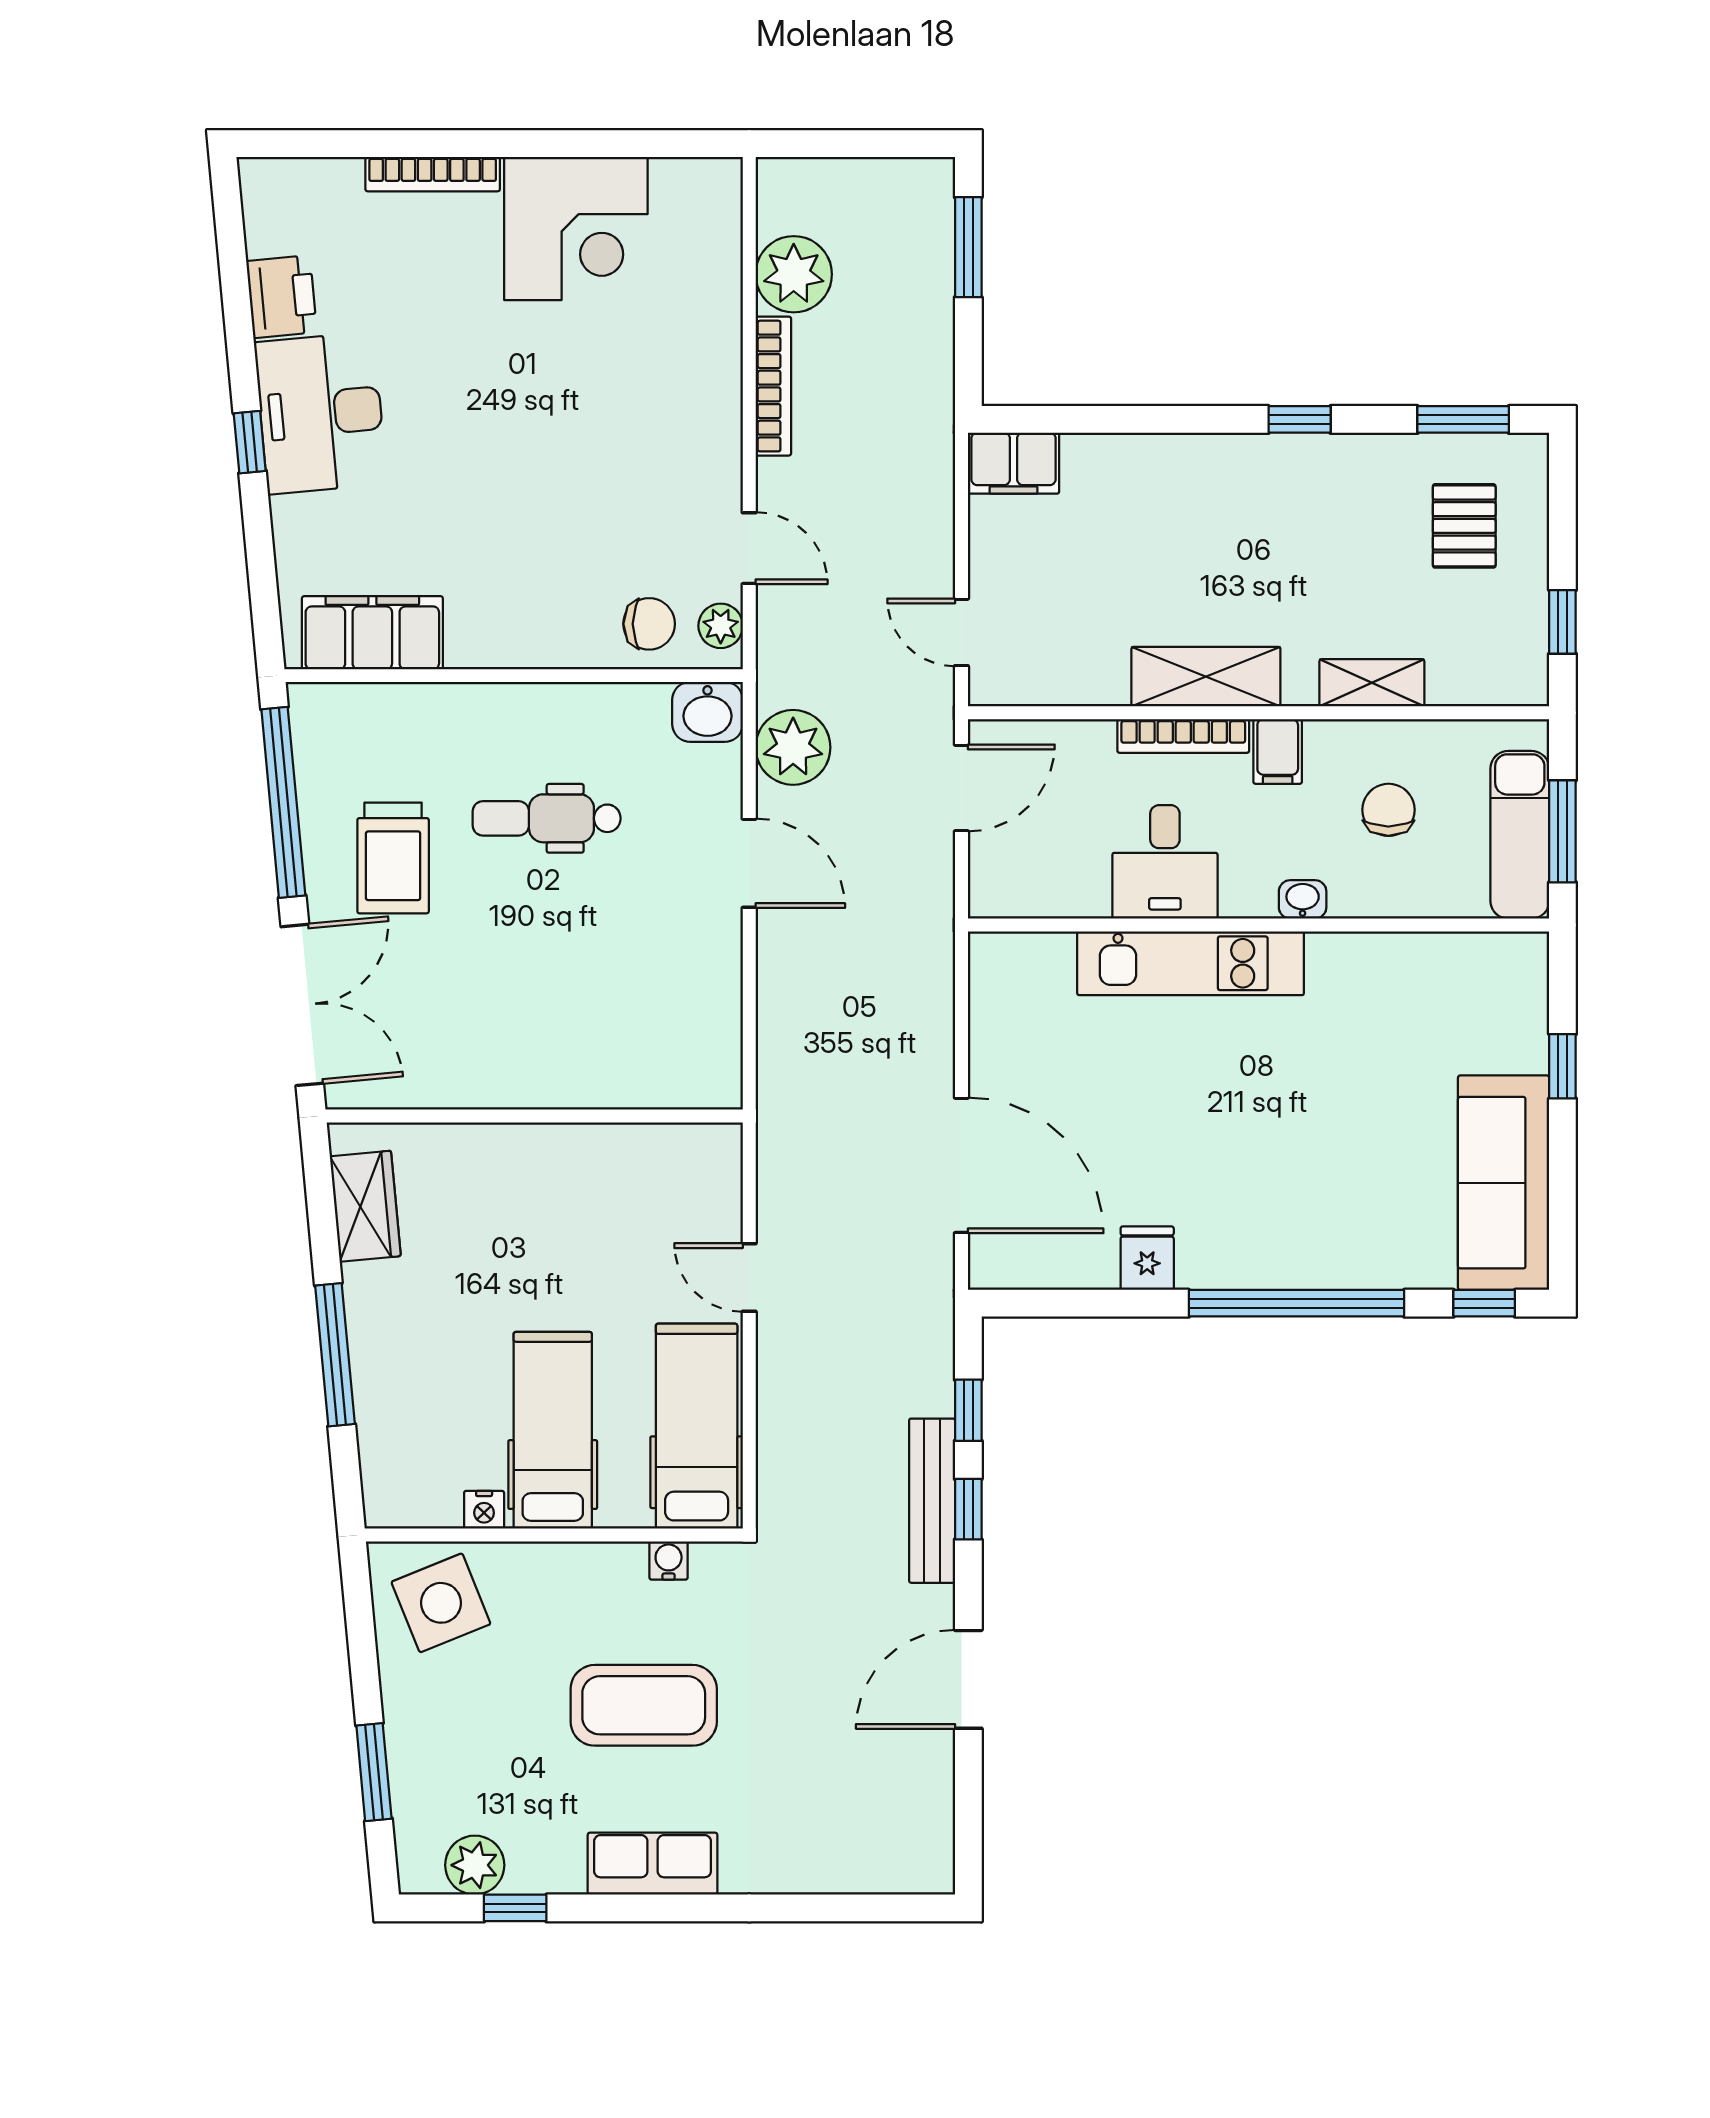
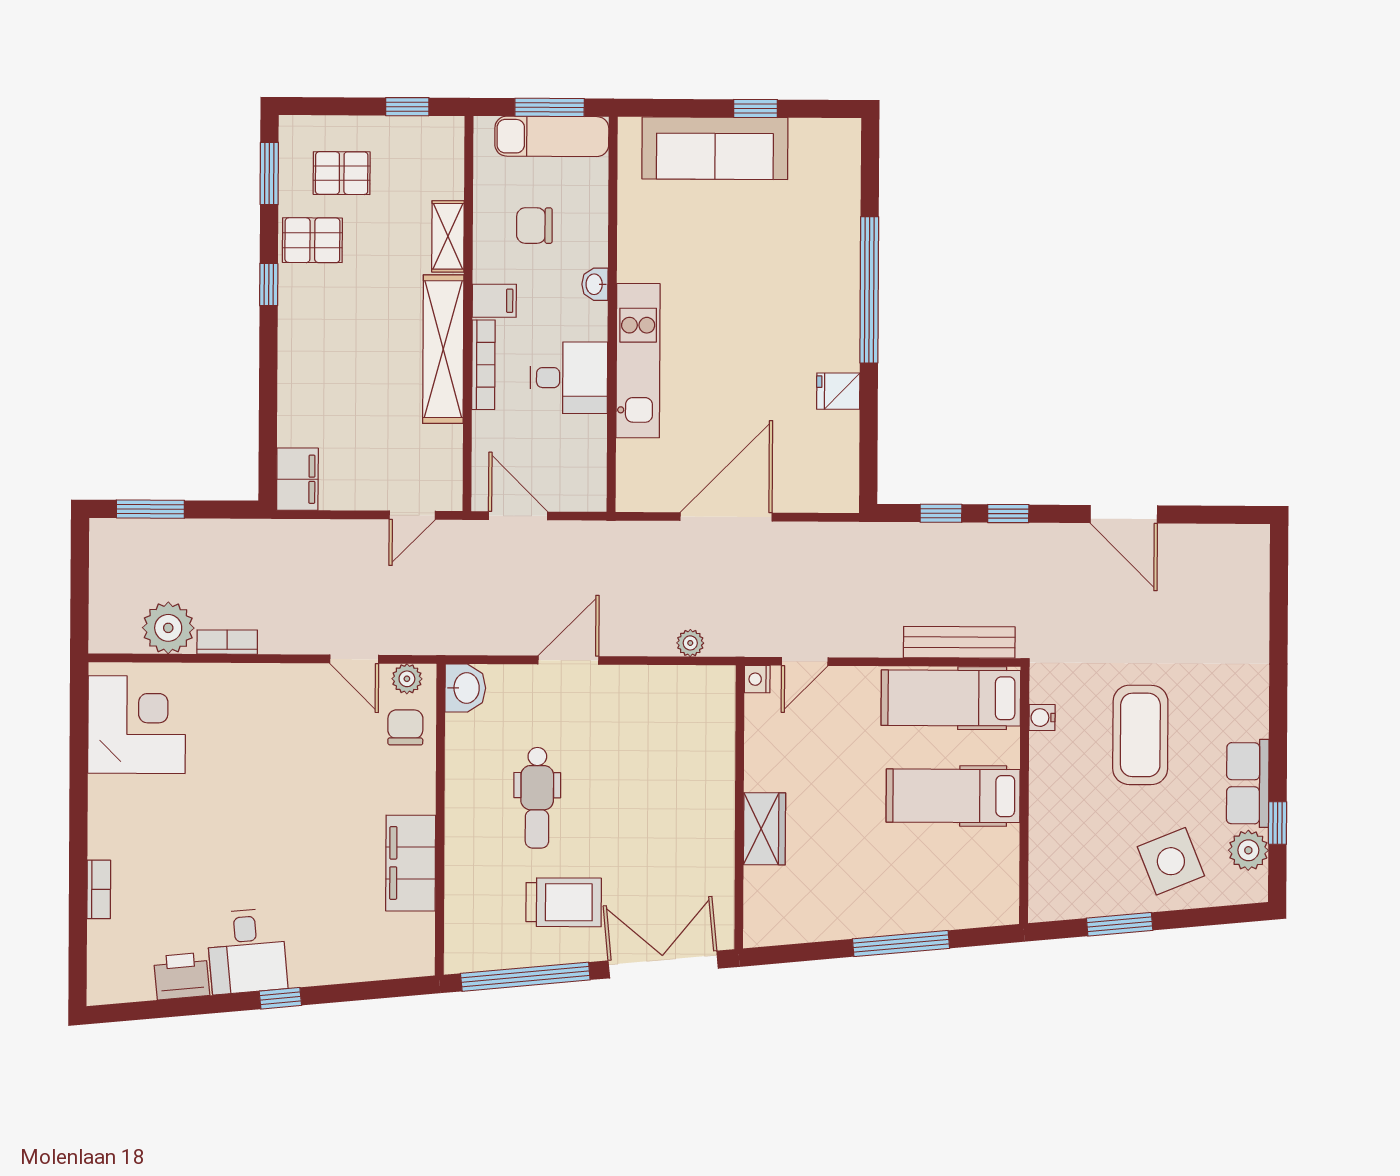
bookcase: (433, 174) -> (99, 889), width x0.64
corner desk: (576, 228) -> (137, 725), moved
bookcase: (773, 386) -> (227, 642), width x0.64
desk: (321, 413) -> (247, 951), width x0.73
pallet: (1365, 483) -> (312, 240), added
door: (749, 548) -> (354, 659), swing flipped
filing cabinet: (372, 633) -> (411, 863), moved
shelving: (1206, 677) -> (443, 349), width x1.47
plant: (793, 747) -> (690, 643), moved, width x0.53, depth x0.53
window: (1562, 1066) -> (756, 108), moved
door: (961, 1165) -> (726, 517), moved
sofa: (1504, 1183) -> (715, 148), moved
wardrobe: (365, 1206) -> (764, 829), moved, turned 95
door: (749, 1278) -> (805, 661), moved
window: (1484, 1303) -> (870, 162), removed
bench: (932, 1501) -> (959, 642), moved
nightstand: (484, 1510) -> (757, 679), moved, turned 180
side table: (441, 1603) -> (1171, 861), moved
window: (374, 1772) -> (1120, 924), moved
row of seats: (653, 1864) -> (1248, 783), moved

